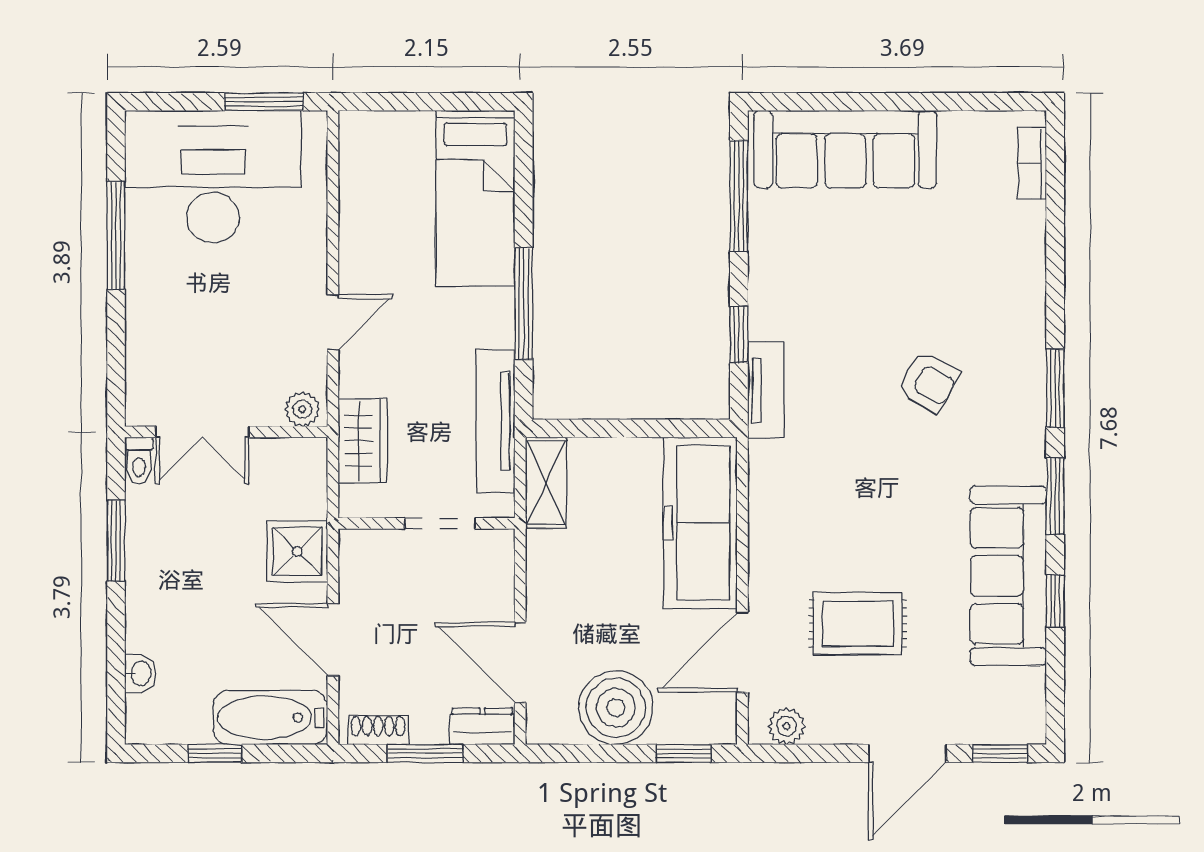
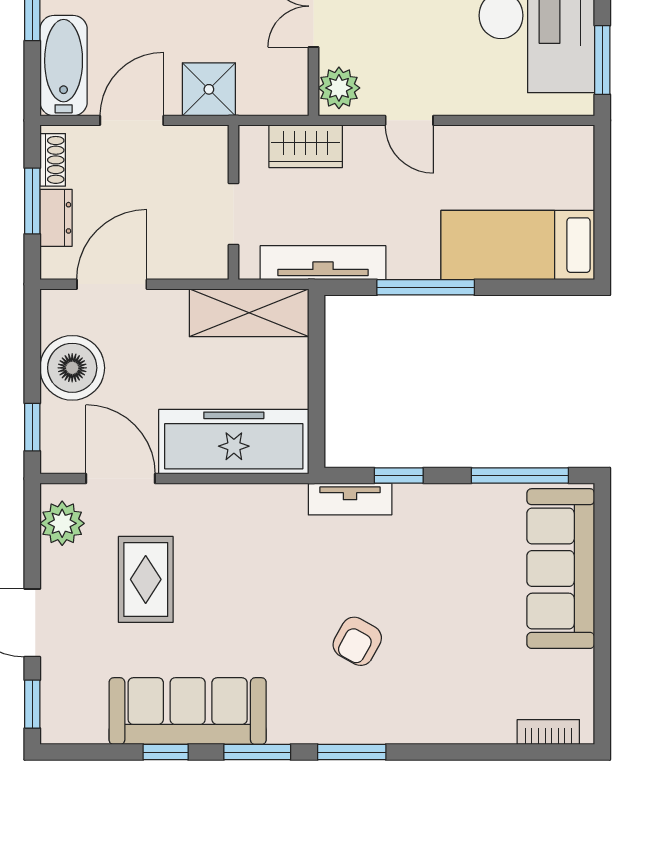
plant: (302, 409) -> (339, 88), width x1.38, depth x1.38
shelving: (546, 483) -> (249, 313), width x1.50, depth x1.33
dresser: (482, 726) -> (56, 218), moved
plant: (787, 726) -> (62, 523), width x1.38, depth x1.38

